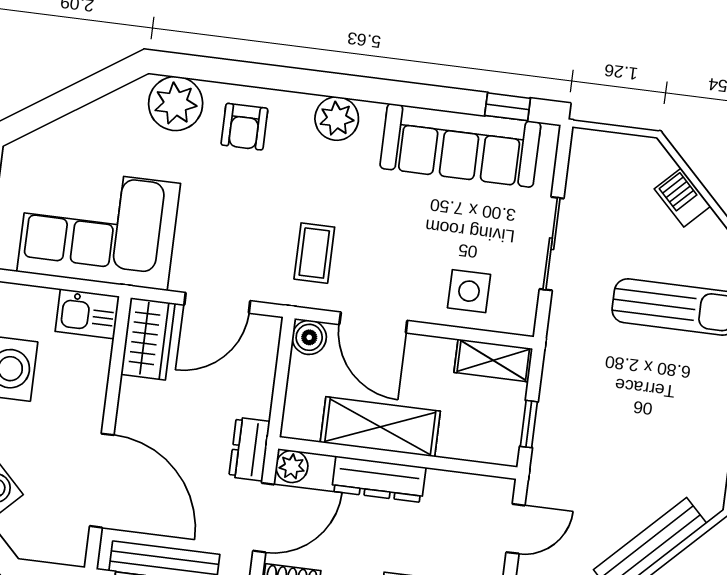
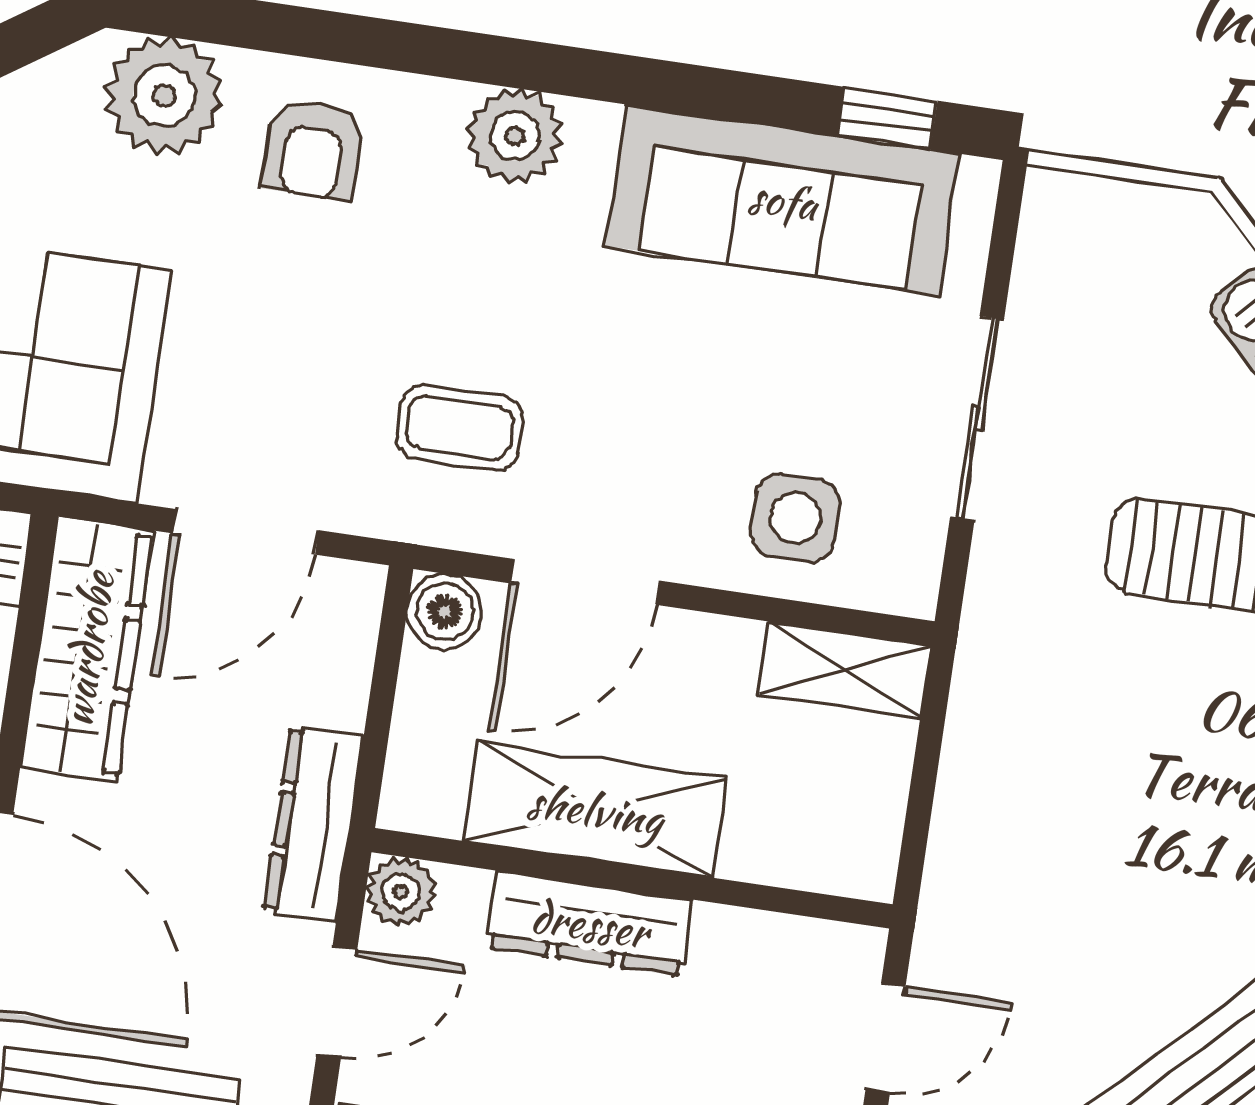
coffee table: (314, 253) -> (460, 428), turned 90
door: (373, 323) -> (585, 582), hinge flipped
wardrobe: (148, 339) -> (87, 649), width x1.50
window: (529, 424) -> (919, 810), removed
dresser: (249, 449) -> (313, 824), width x1.44
door: (264, 518) -> (337, 1002), width x0.73

